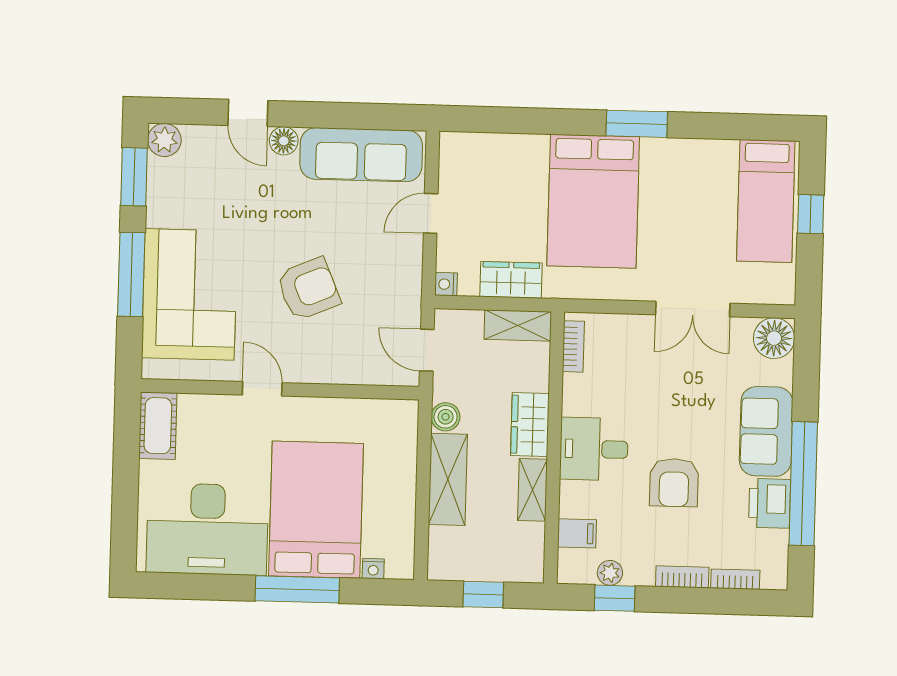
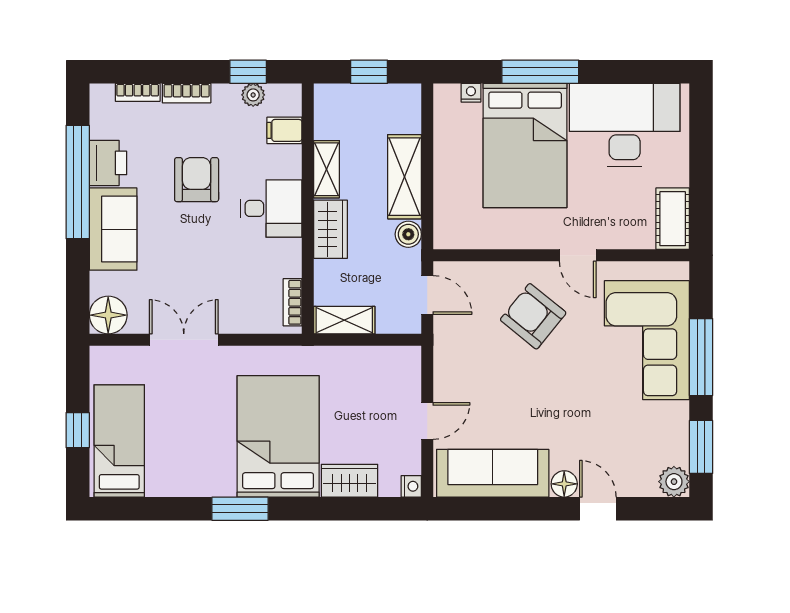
wardrobe: (511, 280) -> (349, 481), moved, turned 180
nightstand: (446, 284) -> (411, 486), moved
armchair: (308, 289) -> (533, 316), moved, turned 62

